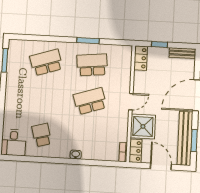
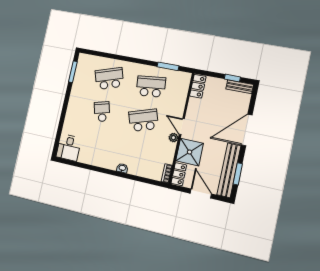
window: (88, 41) -> (168, 66), moved
window: (159, 44) -> (232, 78), moved
door: (131, 102) -> (182, 127), swing flipped
plant: (124, 114) -> (173, 138), added
school desk: (42, 135) -> (102, 112), moved

